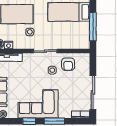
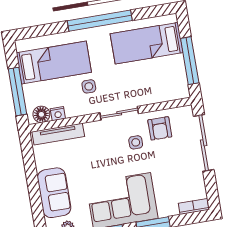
sliding door: (93, 92) -> (204, 143), moved

